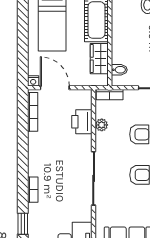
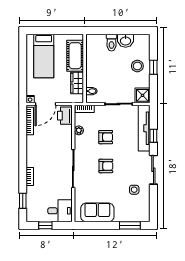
door: (55, 88) -> (46, 104), swing flipped
printer: (82, 122) -> (65, 116), moved

